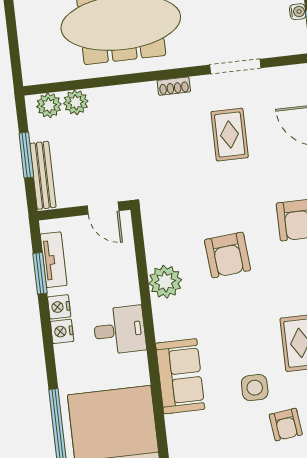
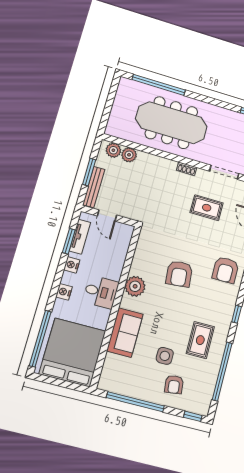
rug: (230, 135) -> (207, 208), turned 90
door: (103, 208) -> (107, 216), moved
plant: (165, 282) -> (135, 286), moved
nightstand: (62, 331) -> (64, 292), moved

